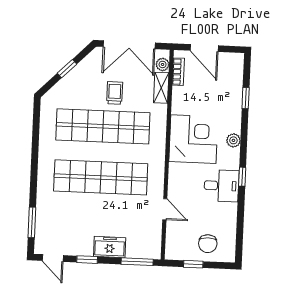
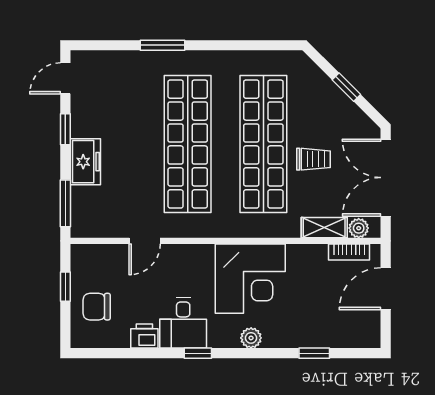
printer: (229, 212) -> (144, 336), added
window: (32, 222) -> (163, 45), moved

